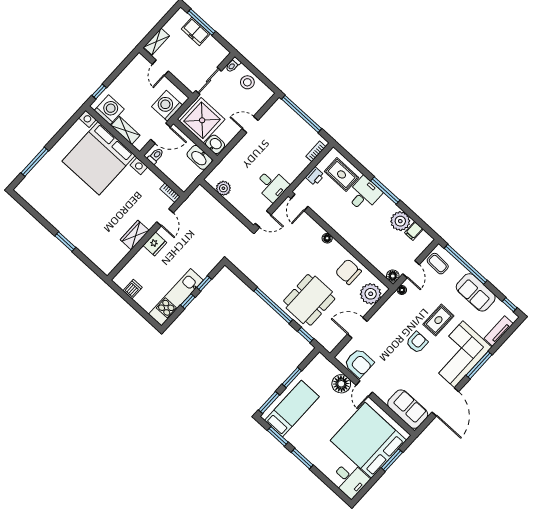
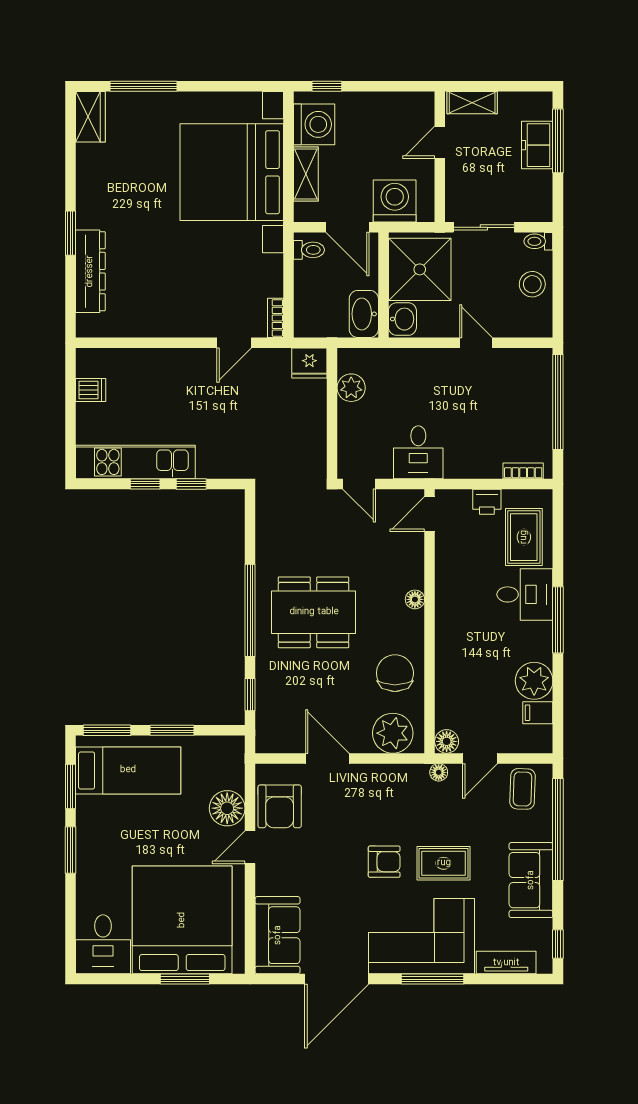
wardrobe: (135, 235) -> (90, 117), moved, turned 90
fridge: (155, 244) -> (309, 363), moved
dresser: (87, 247) -> (90, 271), added
dining table: (309, 300) -> (314, 612), moved

